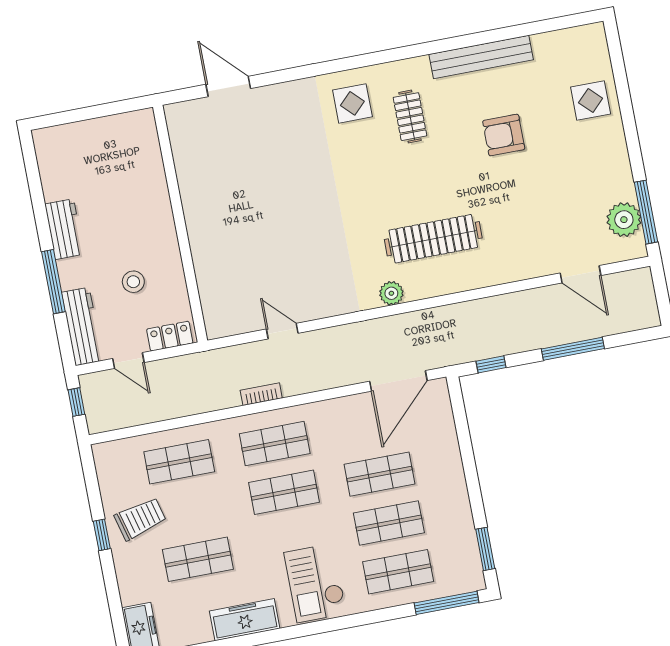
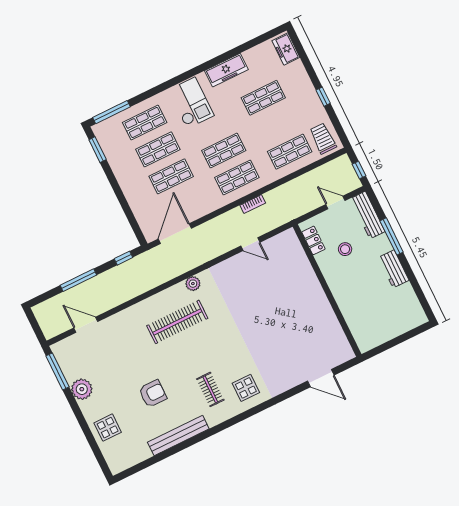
plant: (624, 220) -> (82, 389), moved
locker: (170, 336) -> (313, 240), moved, turned -90
trolley: (140, 519) -> (323, 139), moved, turned 105

